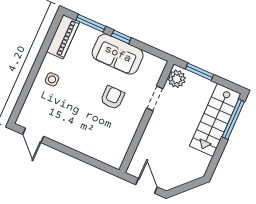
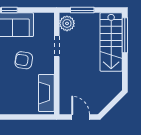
armchair: (113, 98) -> (24, 60), turned -81
fireplace: (121, 144) -> (46, 93), added

